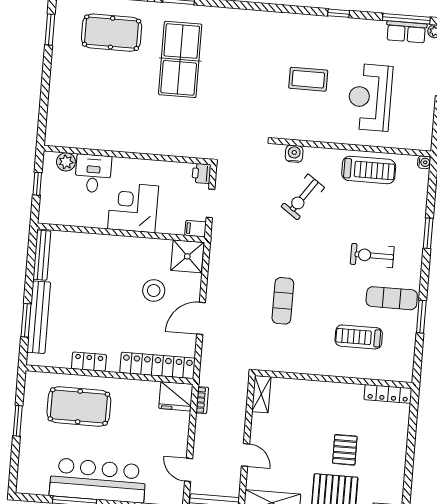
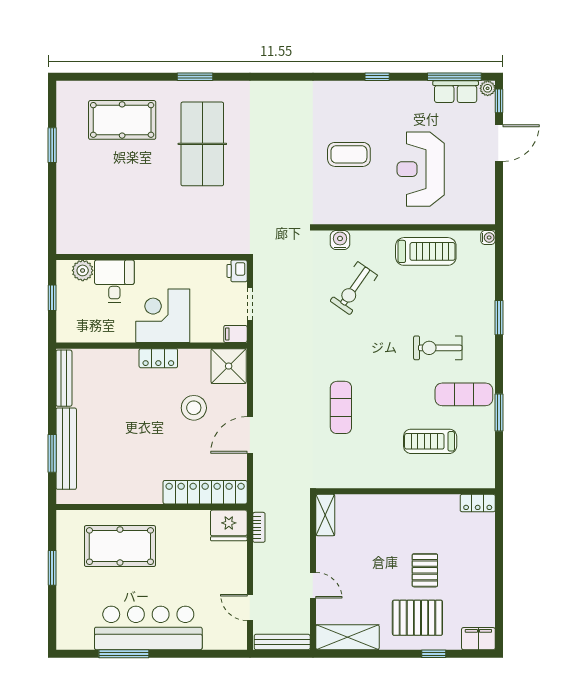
window: (50, 30) -> (52, 145), moved
locker: (89, 362) -> (158, 358), moved, turned 180
locker: (388, 394) -> (478, 503), width x0.66

